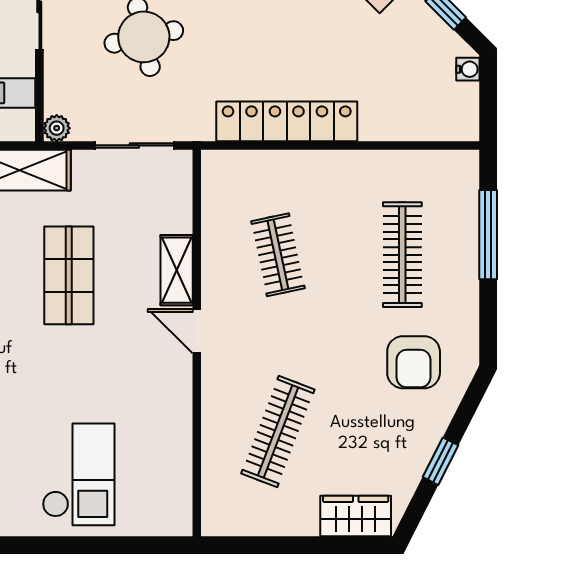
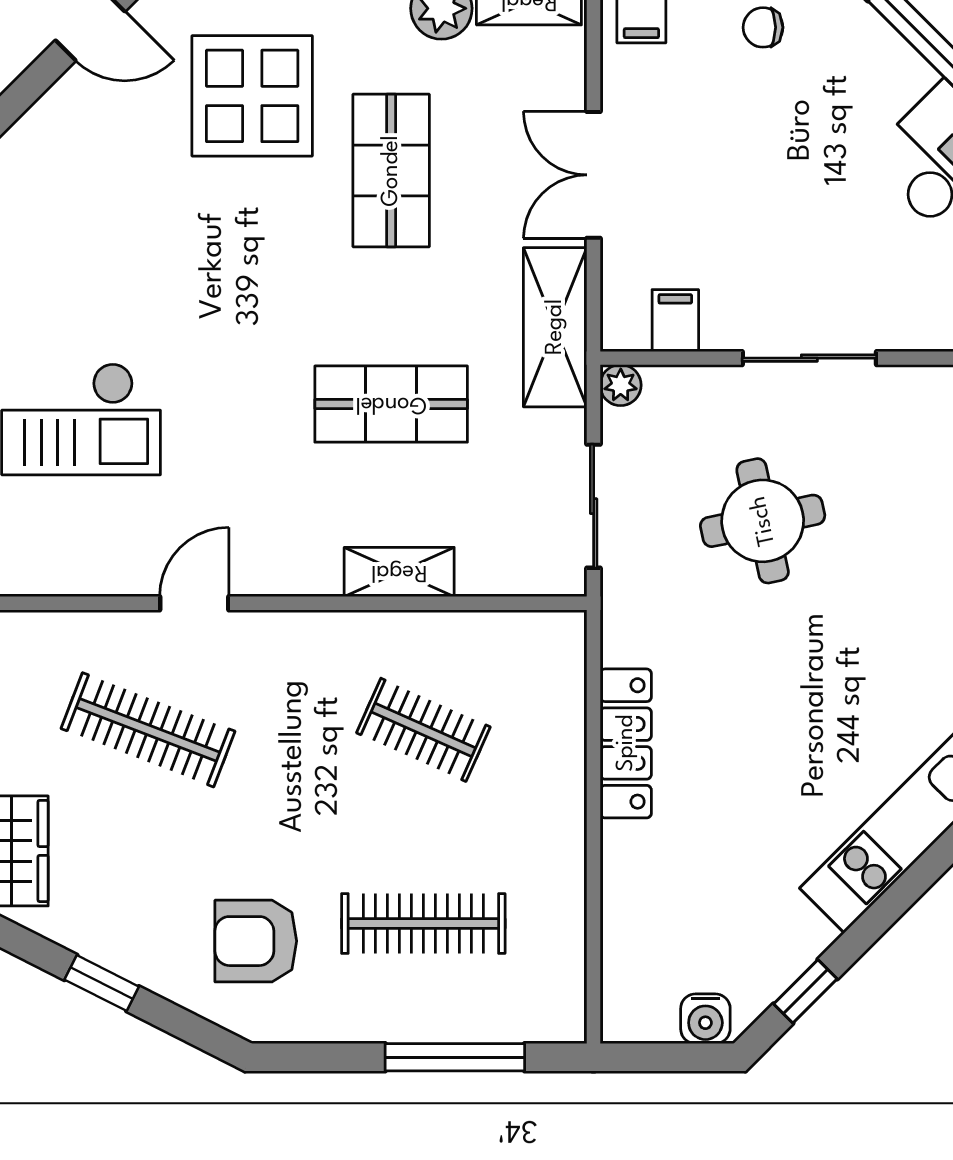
water cooler: (468, 69) -> (705, 1019), width x1.38, depth x1.38
locker: (287, 121) -> (626, 743), width x0.71, depth x0.83
clothes rail: (278, 255) -> (423, 730), turned 36
door: (197, 331) -> (194, 603), moved

